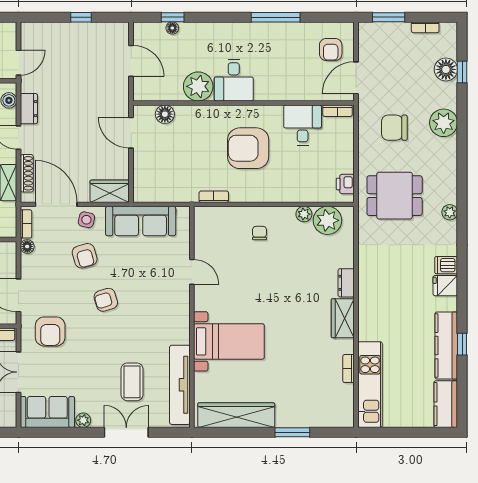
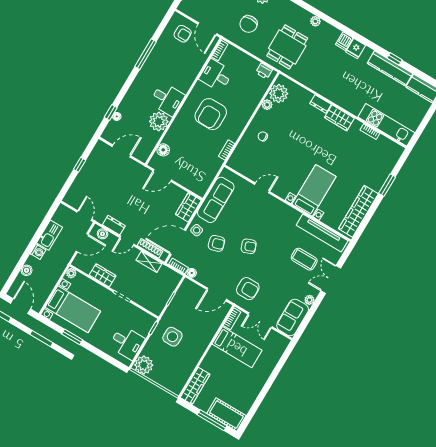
armchair: (106, 300) -> (249, 246), turned -94

